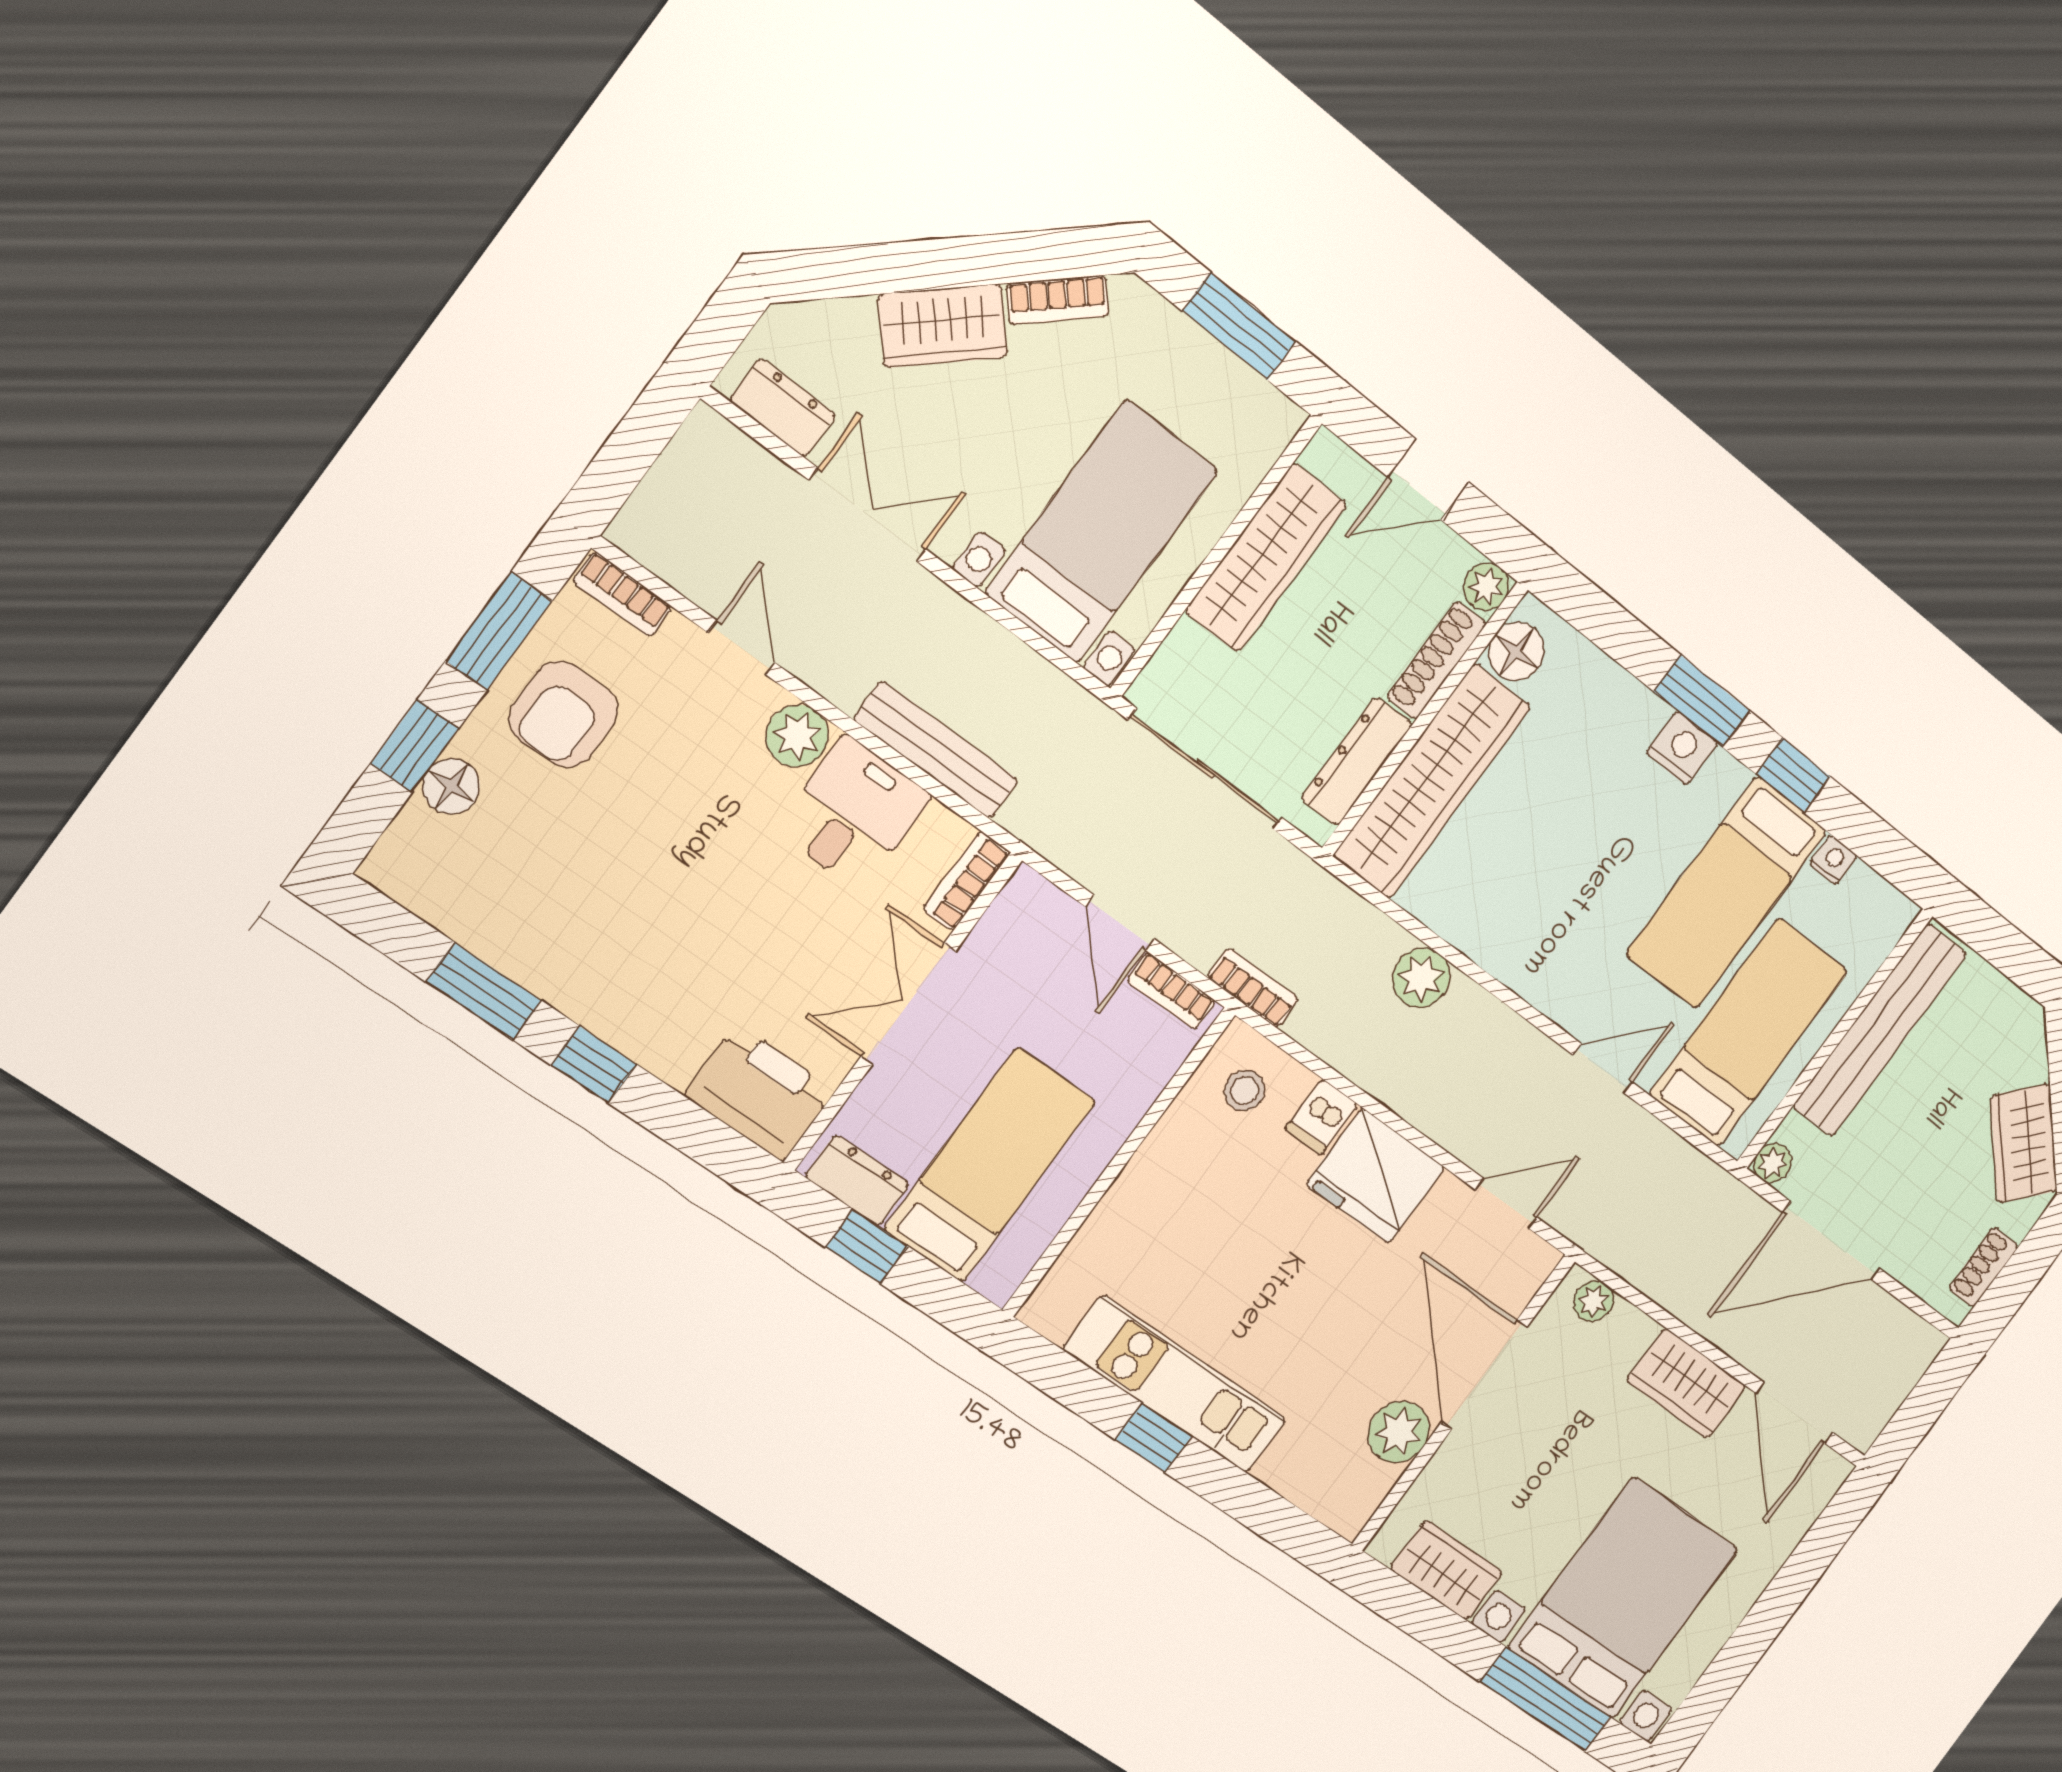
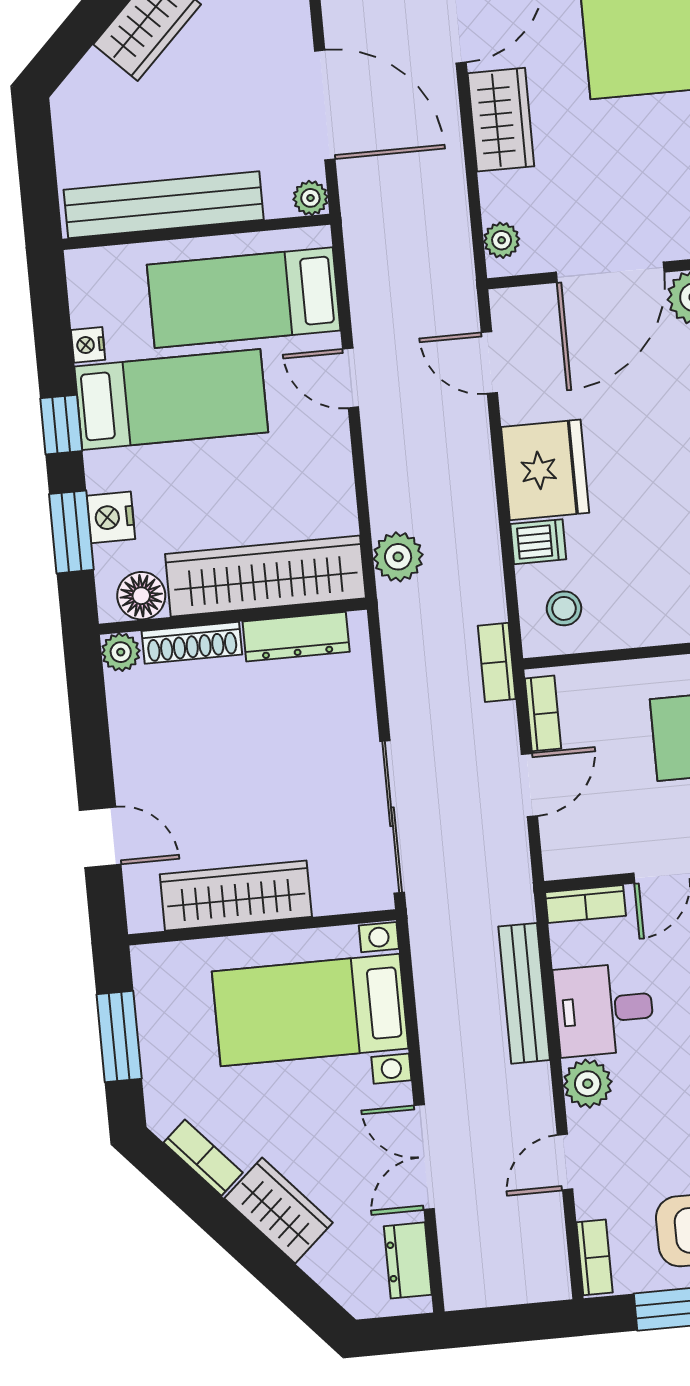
plant: (1486, 587) -> (121, 652), moved
floor lamp: (1516, 651) -> (141, 596), moved
shoe rack: (1436, 660) -> (192, 643), moved
wall: (1425, 719) -> (233, 617), moved
dresser: (1356, 761) -> (296, 637), moved
wardrobe: (1432, 781) -> (265, 576), moved

